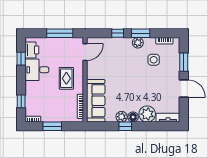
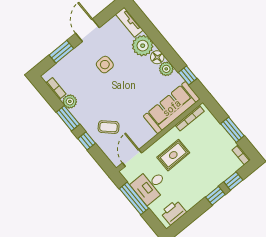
plant: (138, 43) -> (70, 101), moved
door: (85, 52) -> (132, 158), hinge flipped
coffee table: (115, 53) -> (109, 127), added
window: (21, 59) -> (215, 196), moved
side table: (154, 60) -> (105, 65), moved
desk: (37, 70) -> (150, 186), moved, turned 90
window: (125, 126) -> (188, 75), moved

